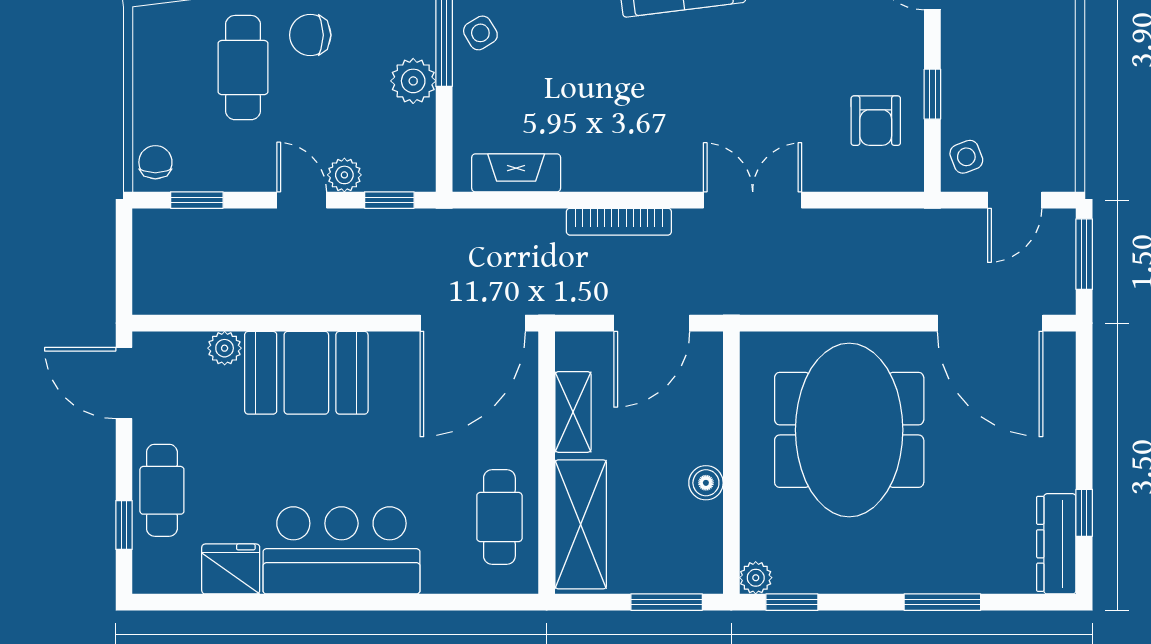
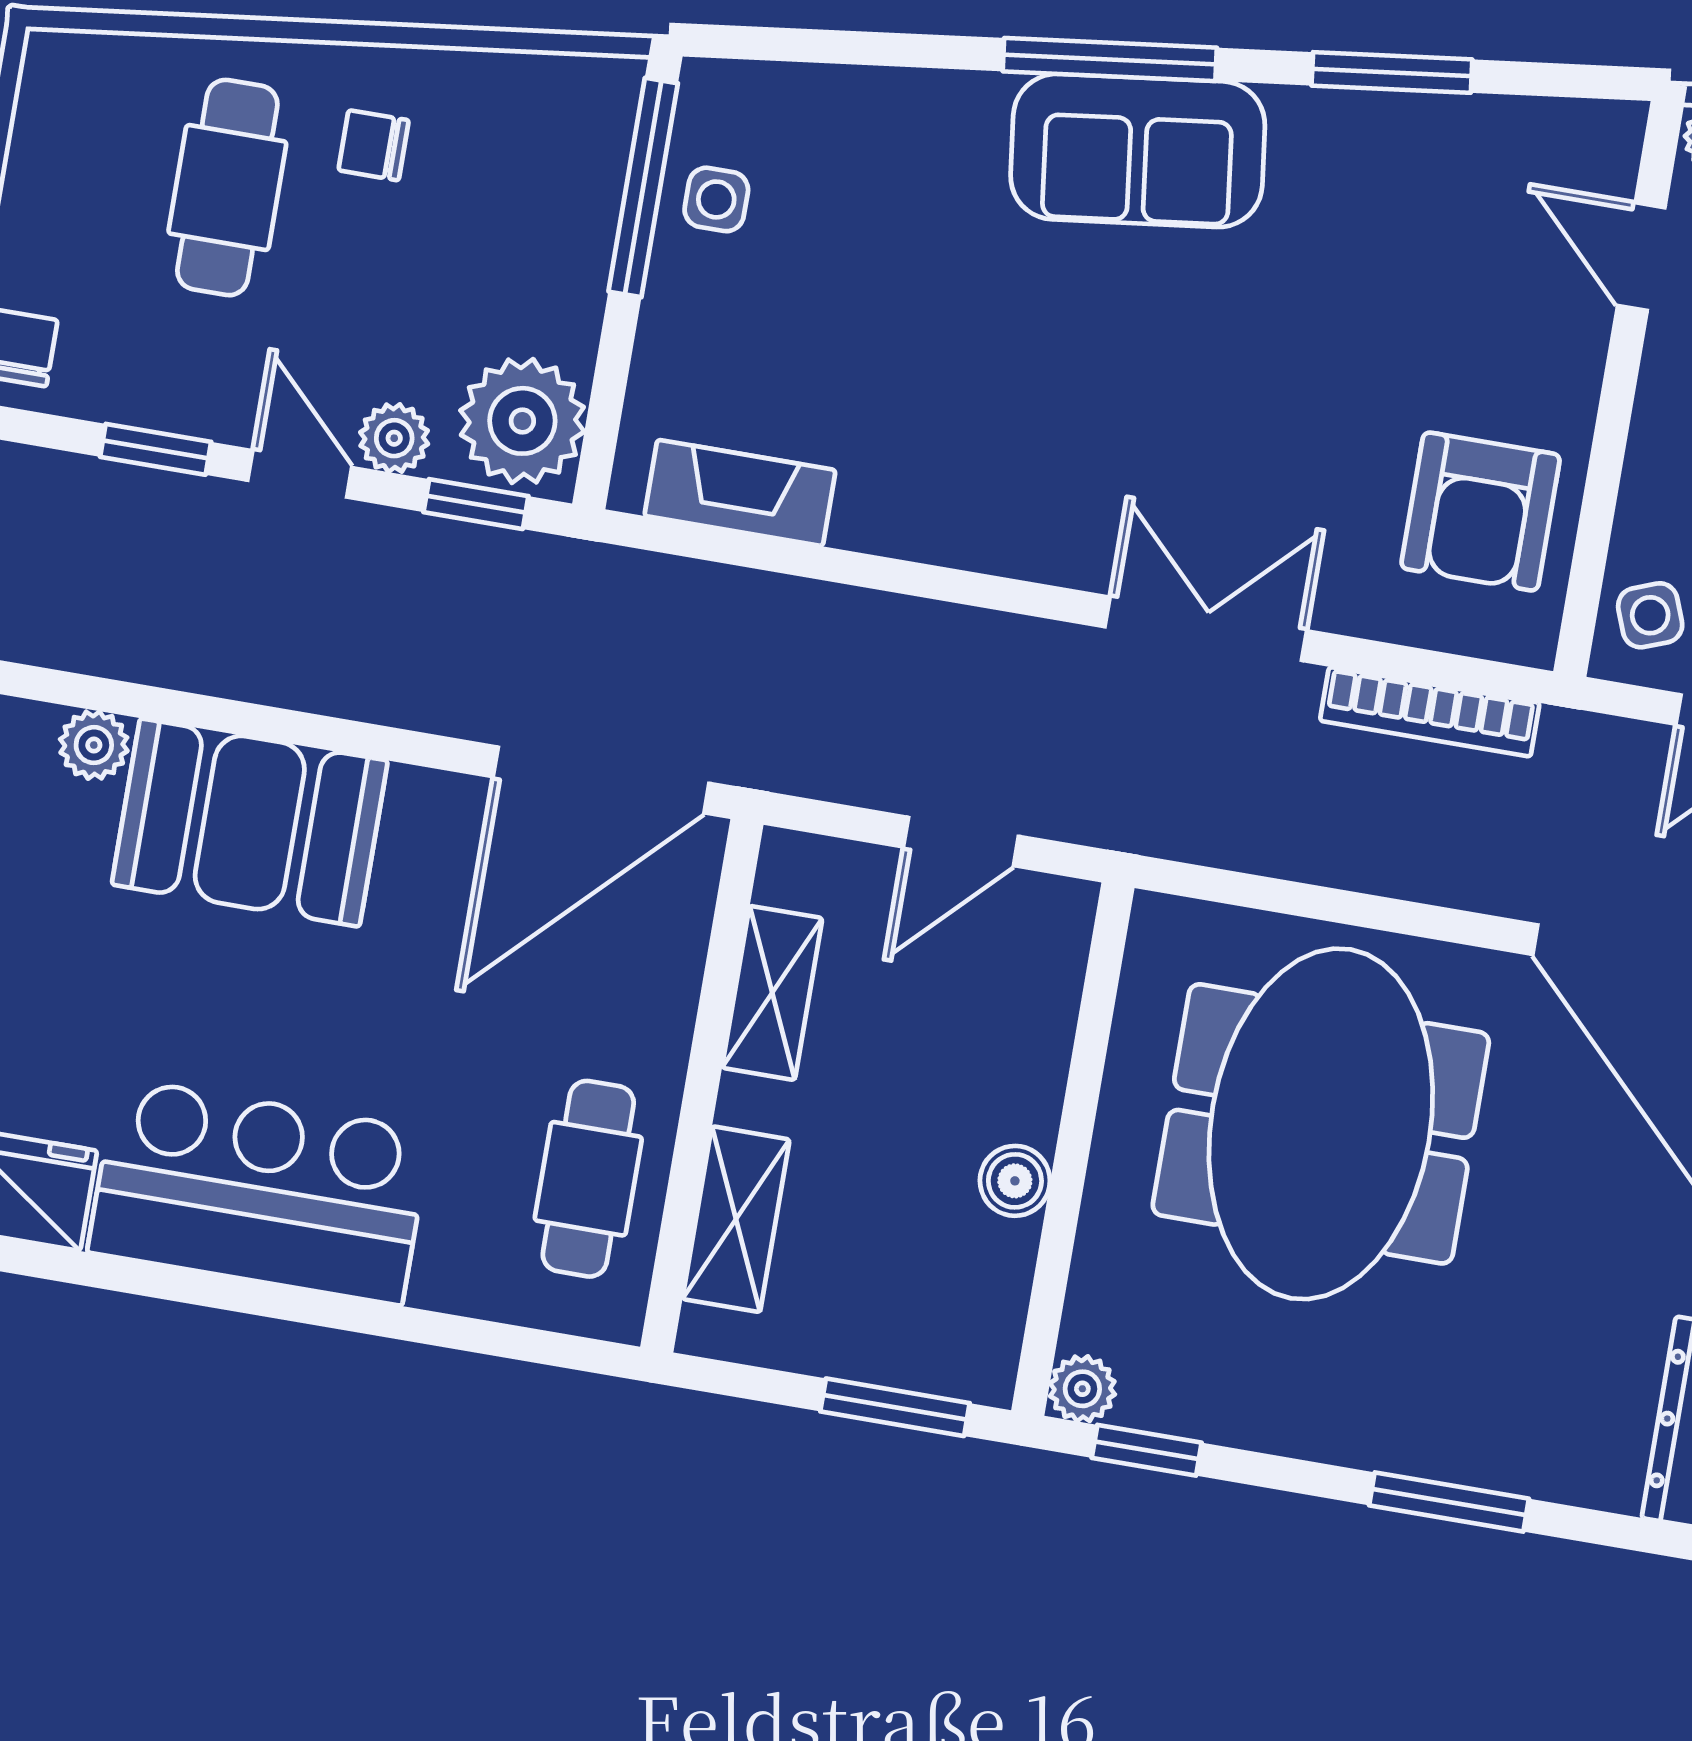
side table: (480, 33) -> (716, 199), turned 31
chair: (310, 35) -> (374, 145), width x0.73, depth x0.73
plant: (413, 81) -> (522, 421), moved, width x1.36, depth x1.36
window: (932, 94) -> (1603, 478), removed
armchair: (876, 121) -> (1481, 512), width x1.38, depth x1.38
window: (197, 200) -> (156, 449), moved
bookcase: (619, 222) -> (1430, 712), moved
door: (652, 323) -> (961, 842), width x0.73
shelving: (581, 524) -> (736, 1219), width x0.67, depth x0.75

